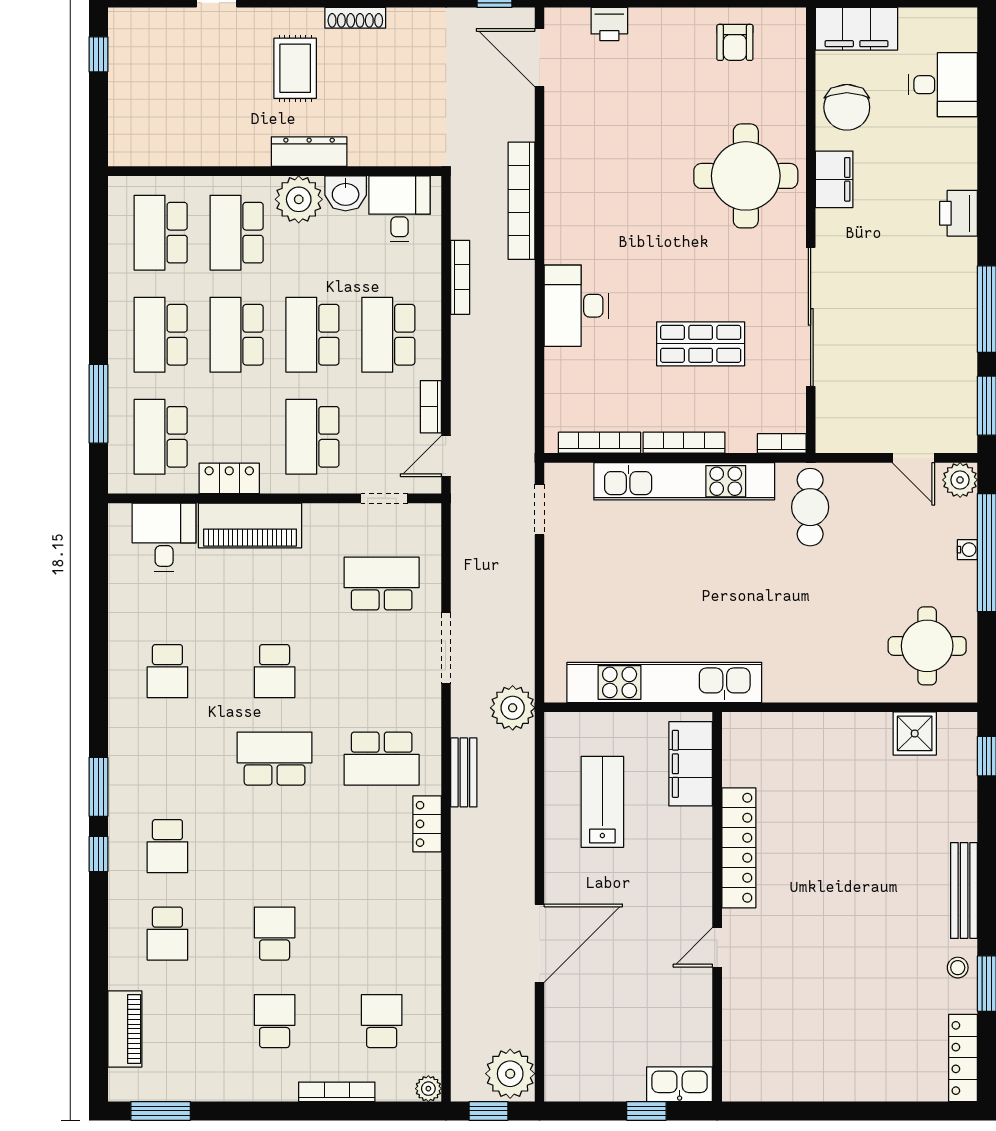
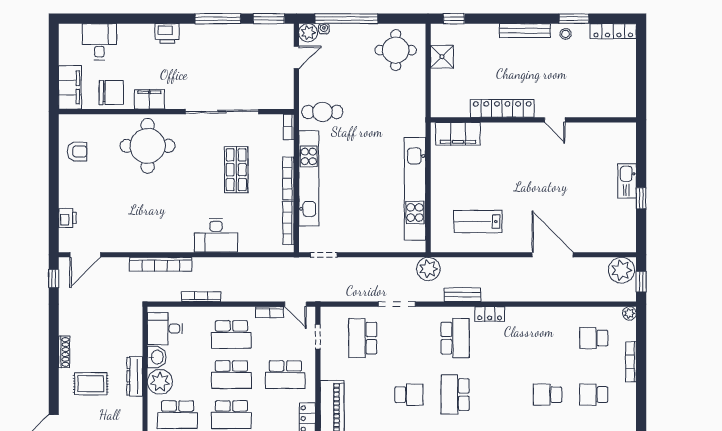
water cooler: (967, 550) -> (324, 29), moved
filing cabinet: (691, 764) -> (458, 134), moved
locker: (739, 848) -> (502, 108), moved
wall: (717, 907) -> (533, 120), moved
door: (717, 947) -> (555, 120), moved

